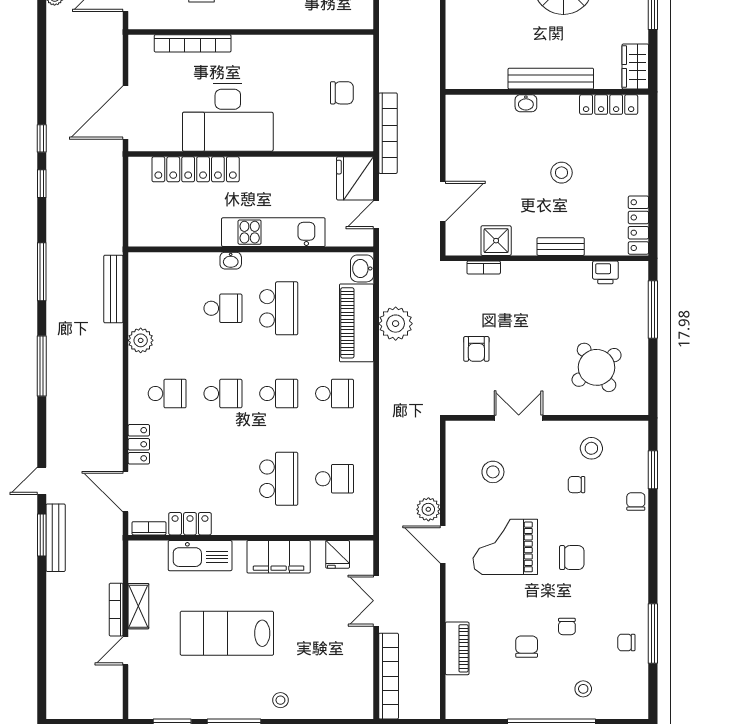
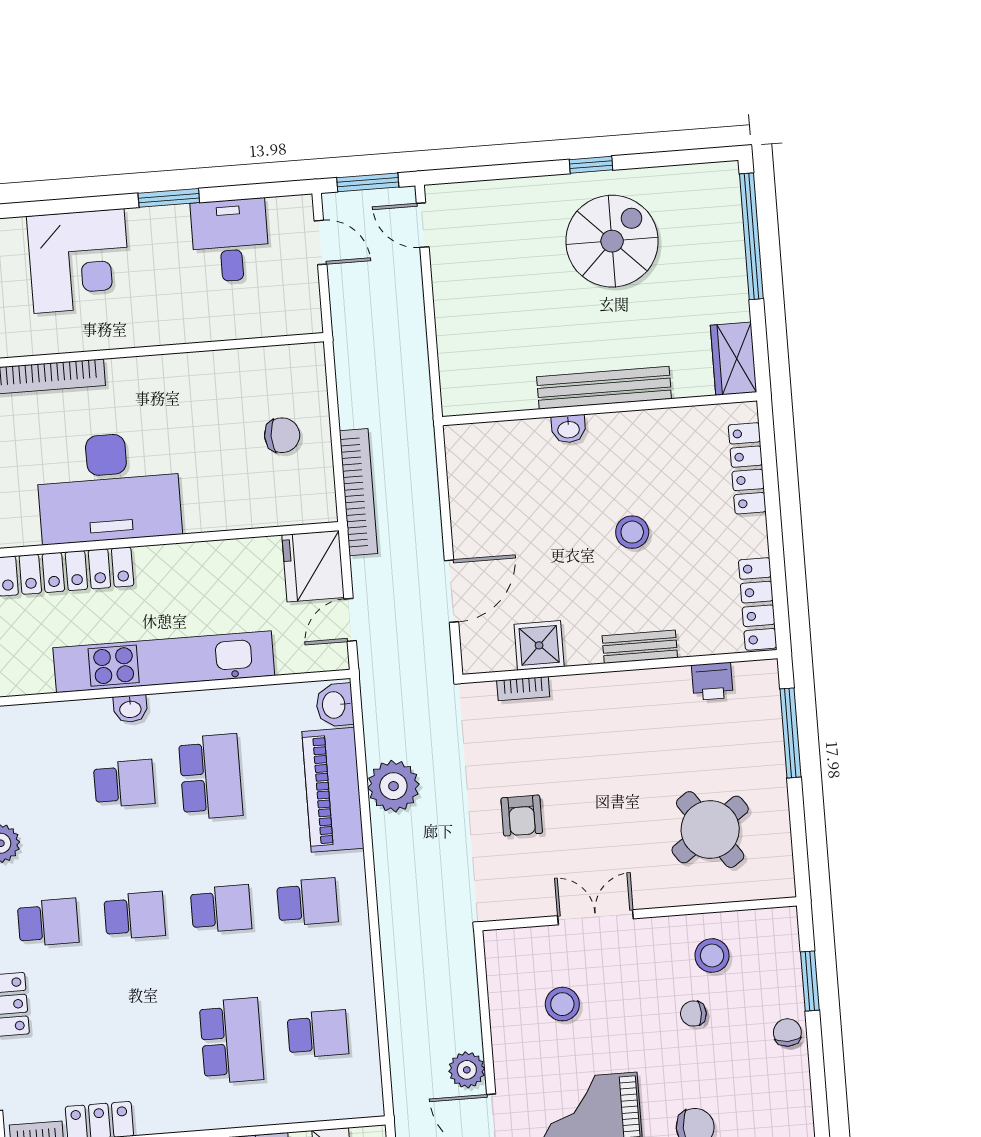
locker: (609, 105) -> (747, 468), moved, turned 90
kitchen unit: (273, 232) -> (164, 662), width x1.36

